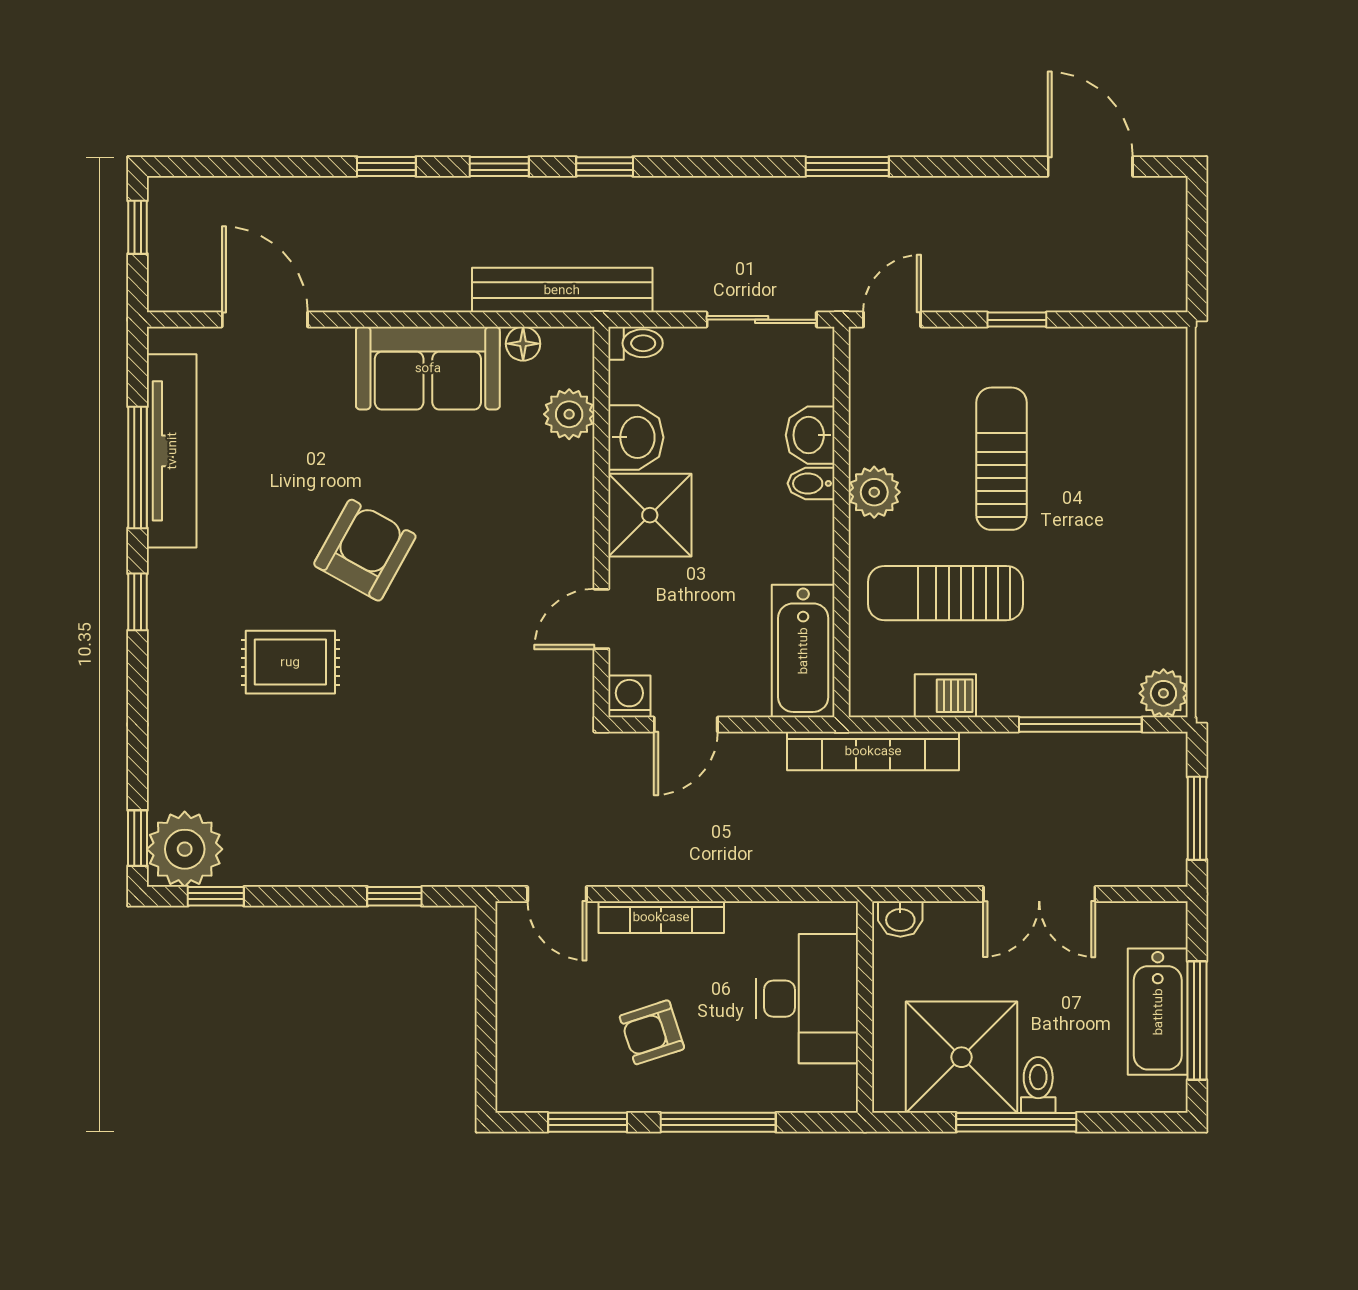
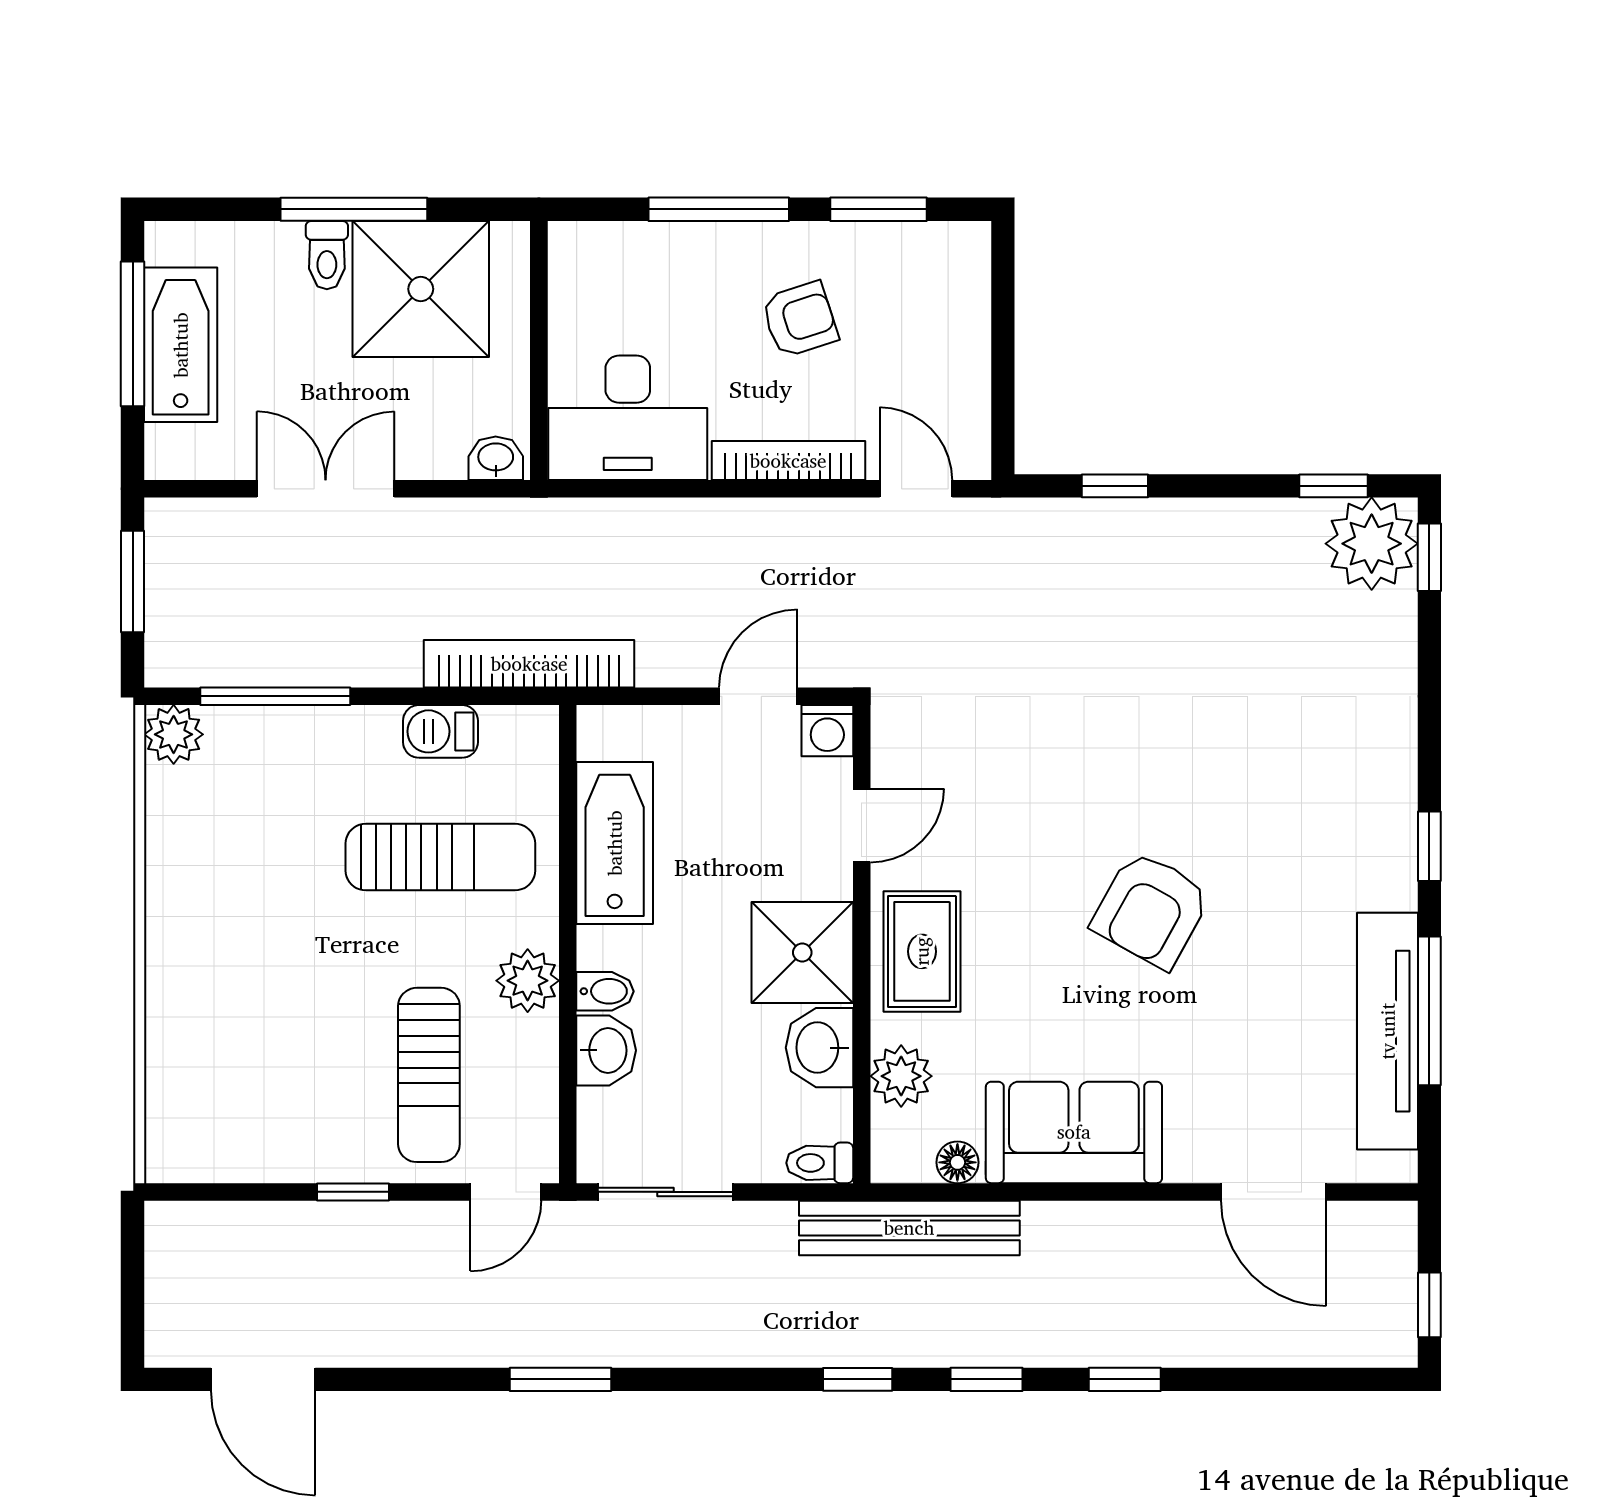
sun lounger: (1002, 459) -> (429, 1075), moved
bathtub: (803, 651) -> (615, 843), moved
rug: (290, 662) -> (922, 951), moved, turned 90
desk: (807, 999) -> (628, 418), moved, turned -90

